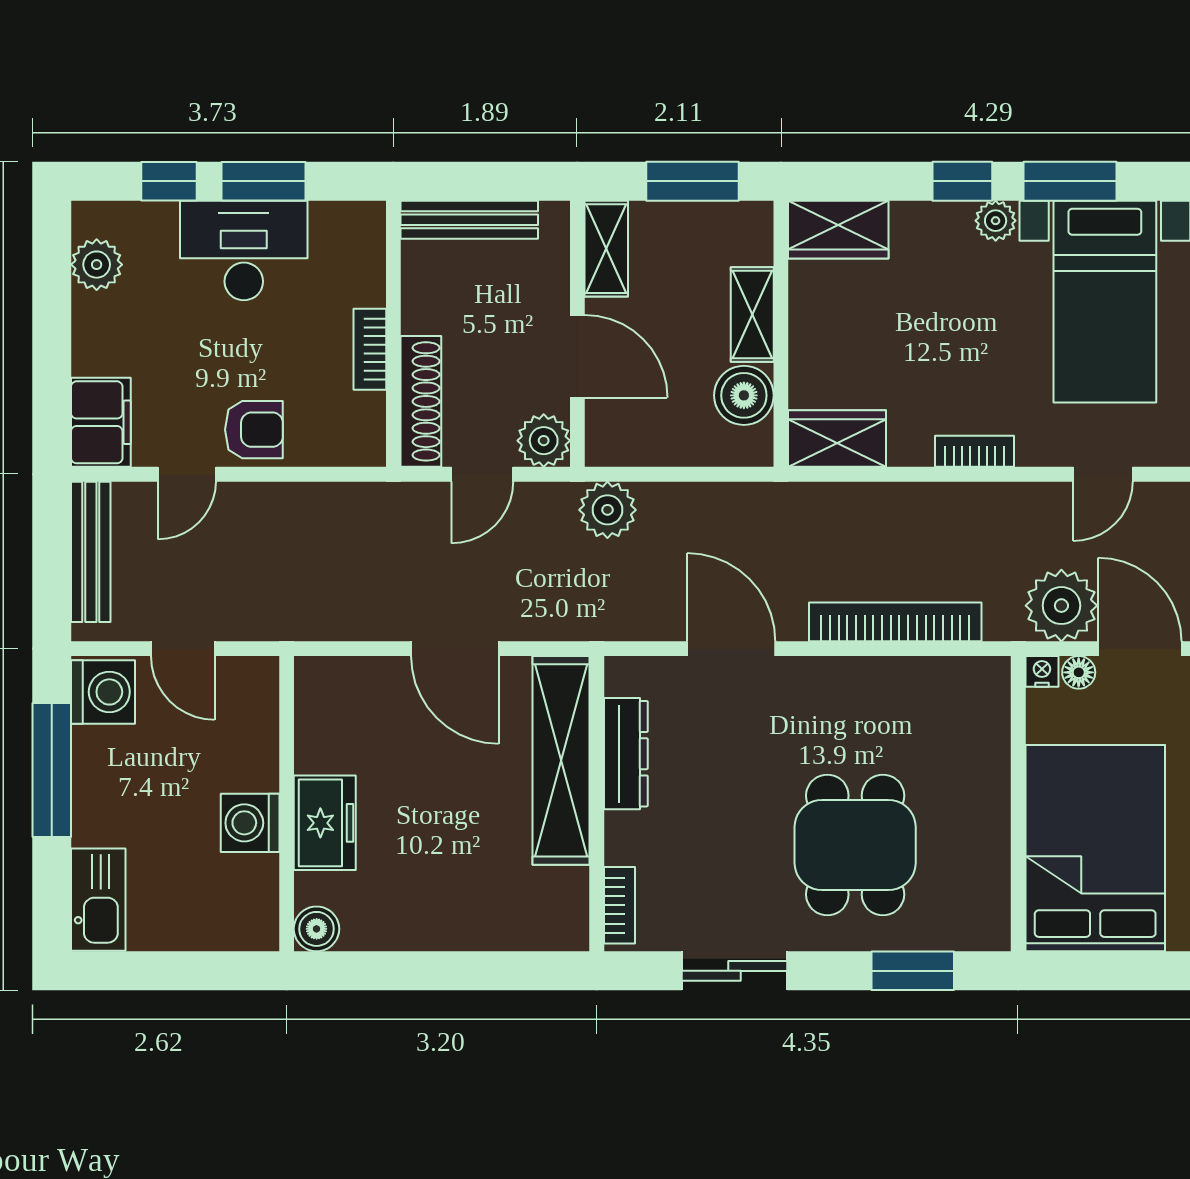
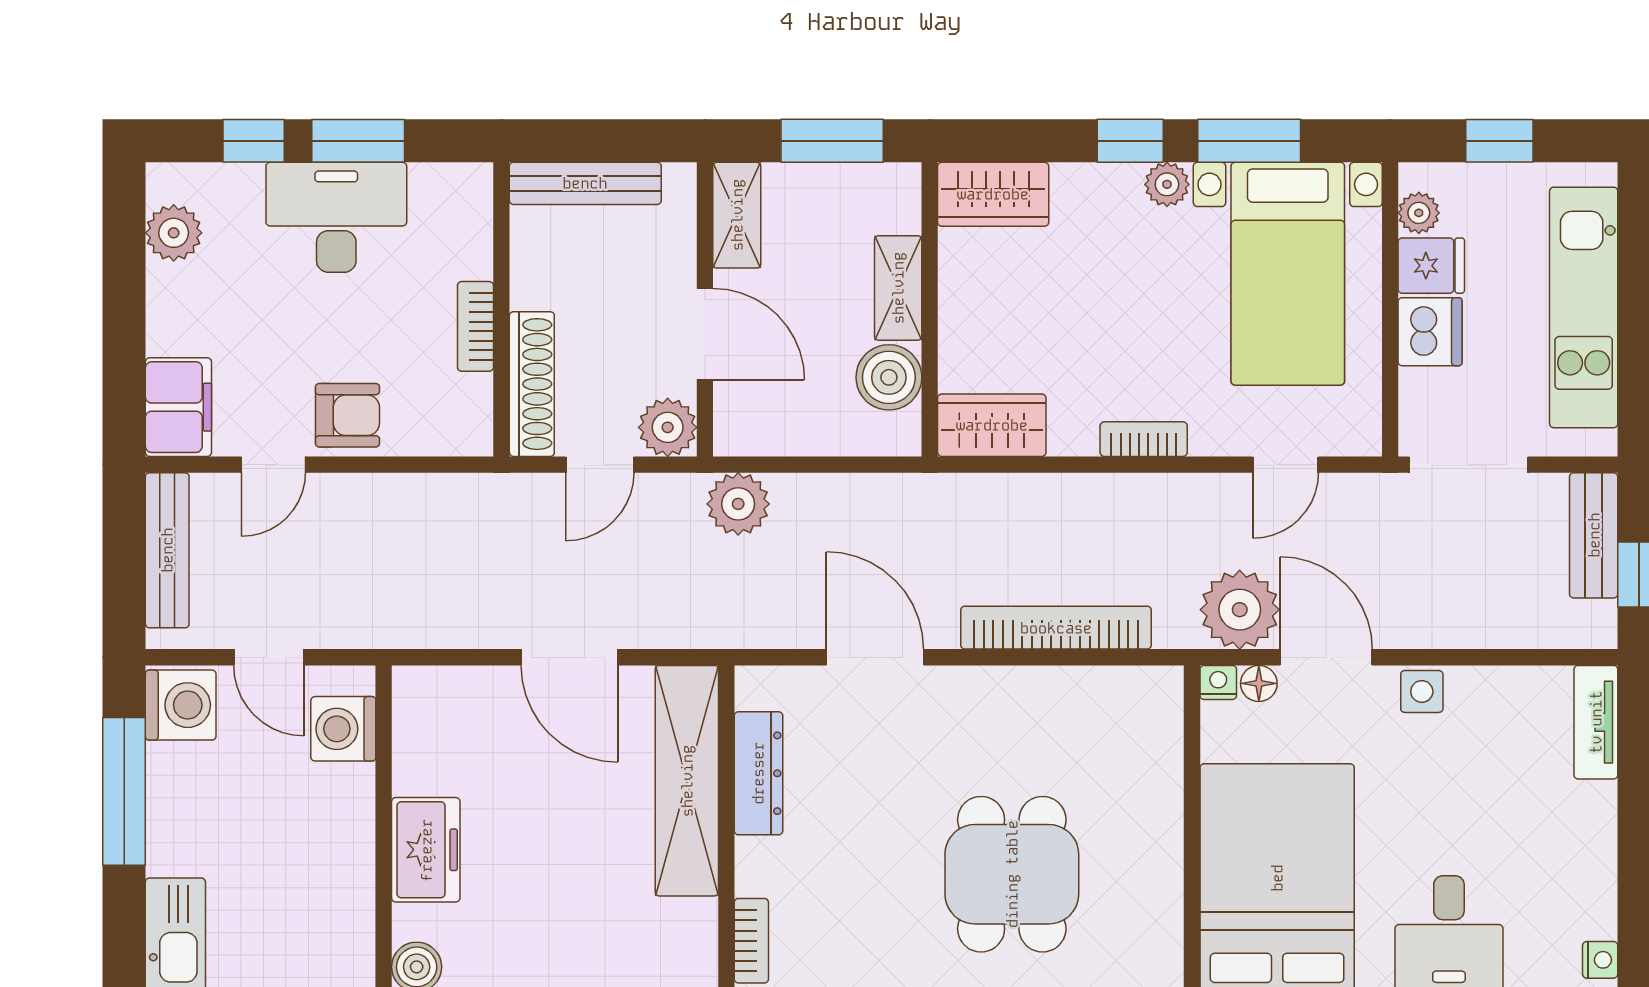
washing machine: (250, 823) -> (343, 729), moved

